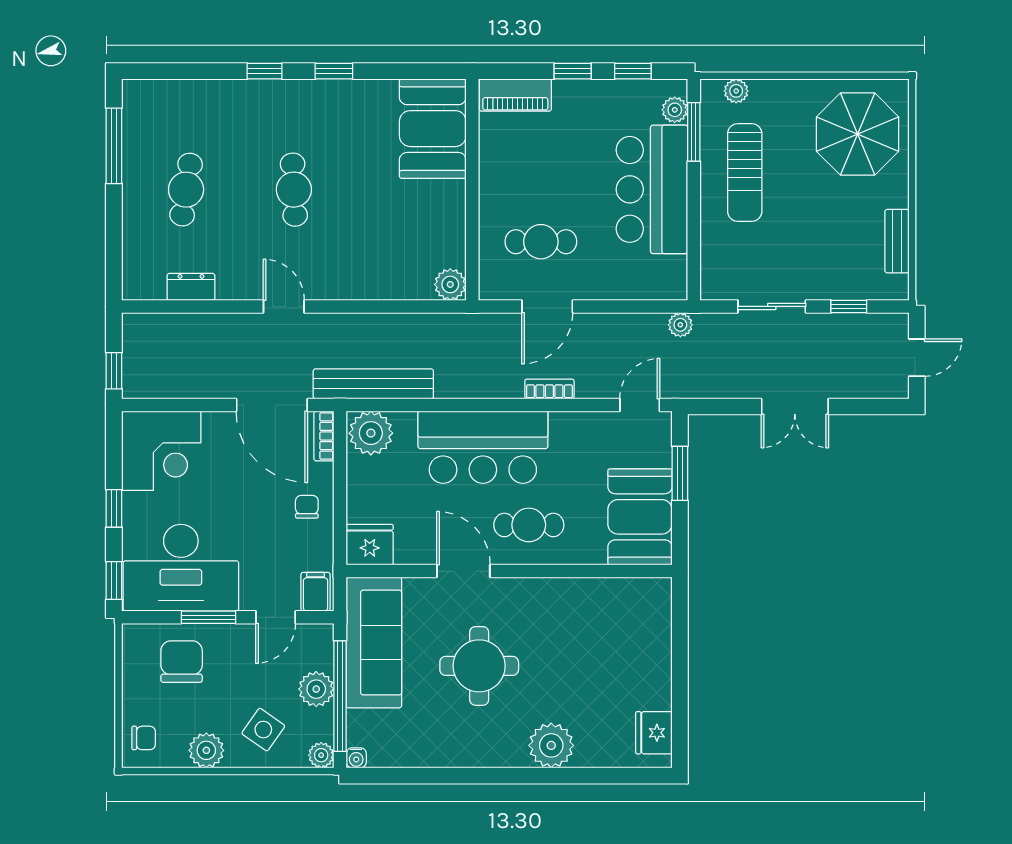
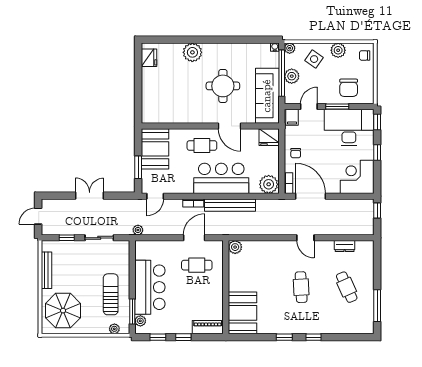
cafe table: (186, 190) -> (347, 287), turned -33
bench: (897, 241) -> (46, 270), width x1.36
bench: (373, 384) -> (230, 205), moved

